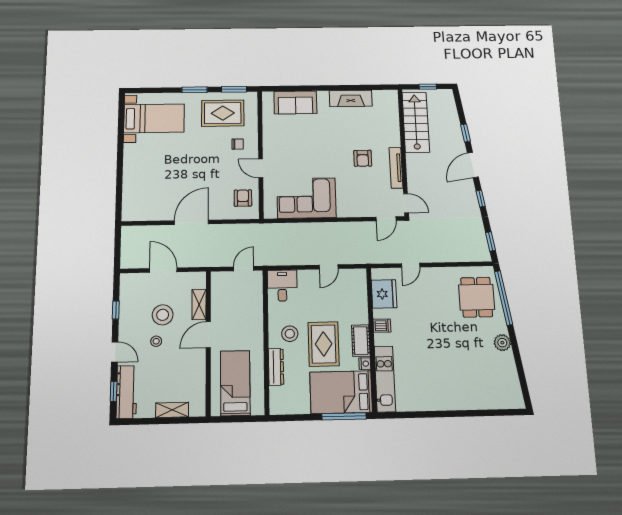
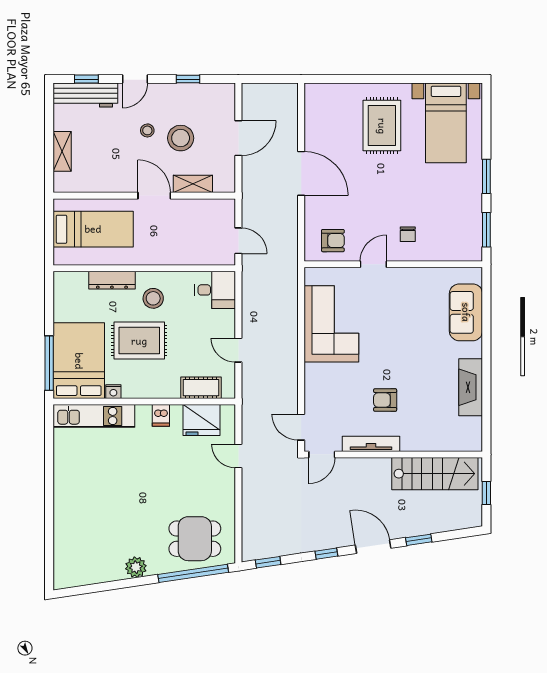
rug: (223, 113) -> (382, 126), moved
cot: (361, 341) -> (201, 388), moved

